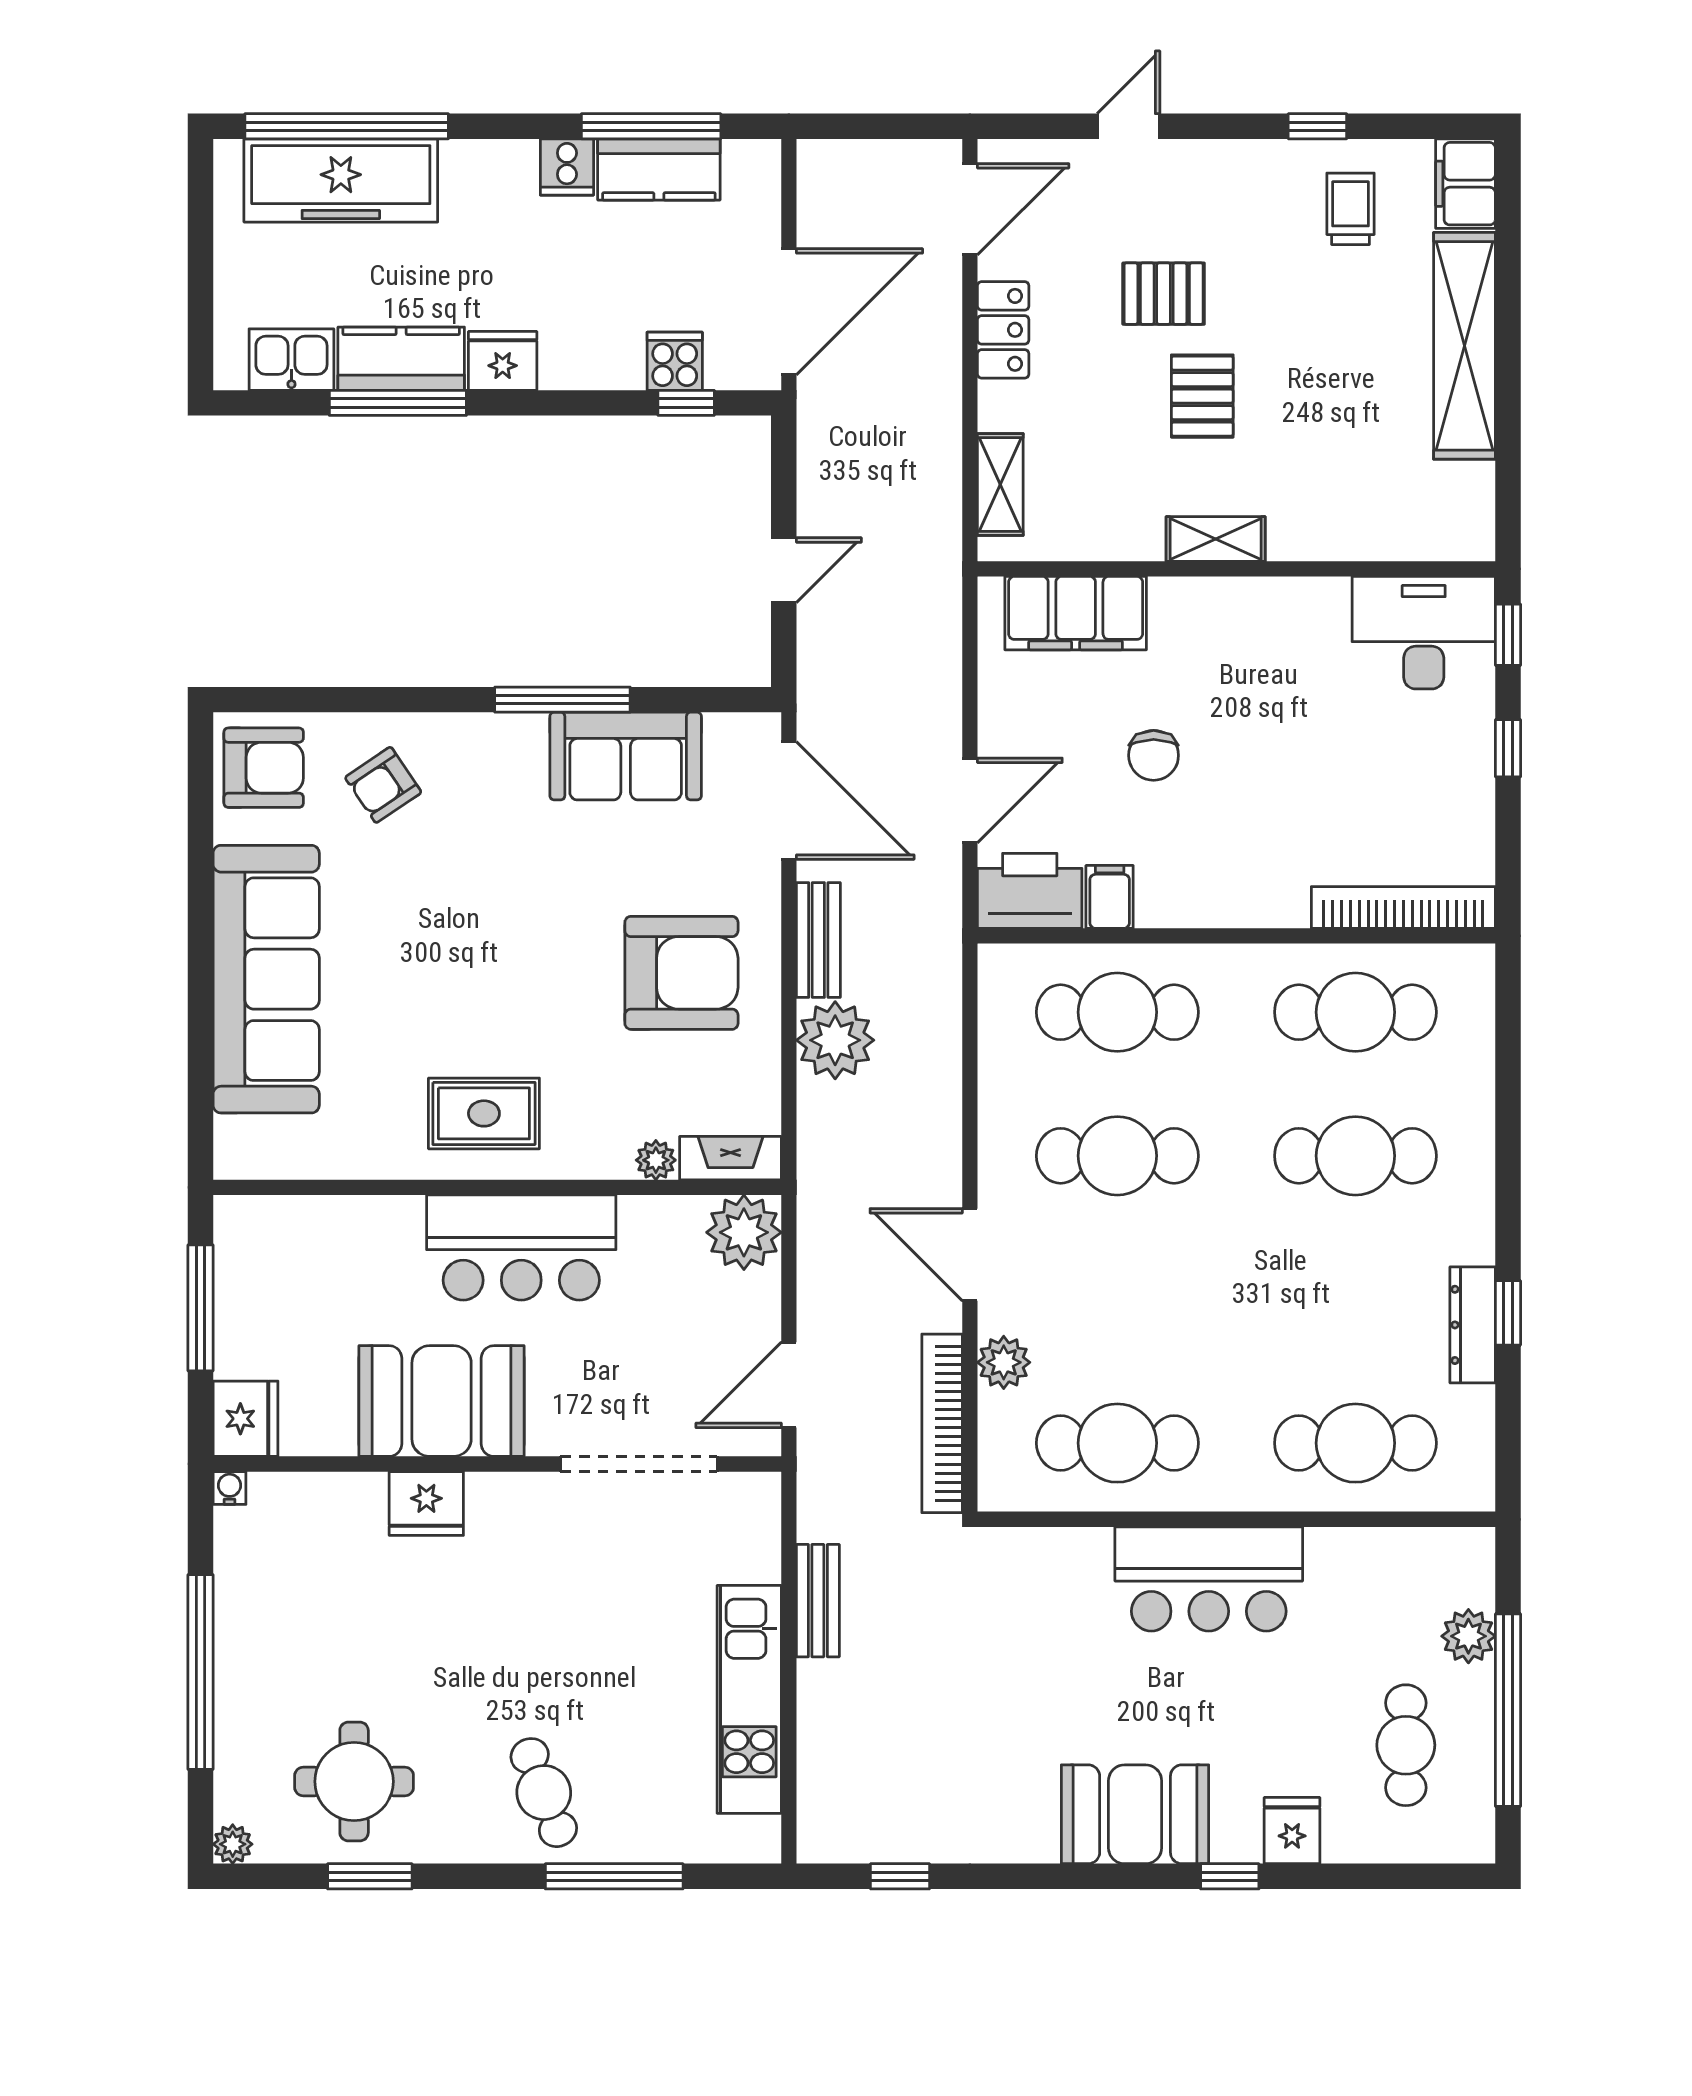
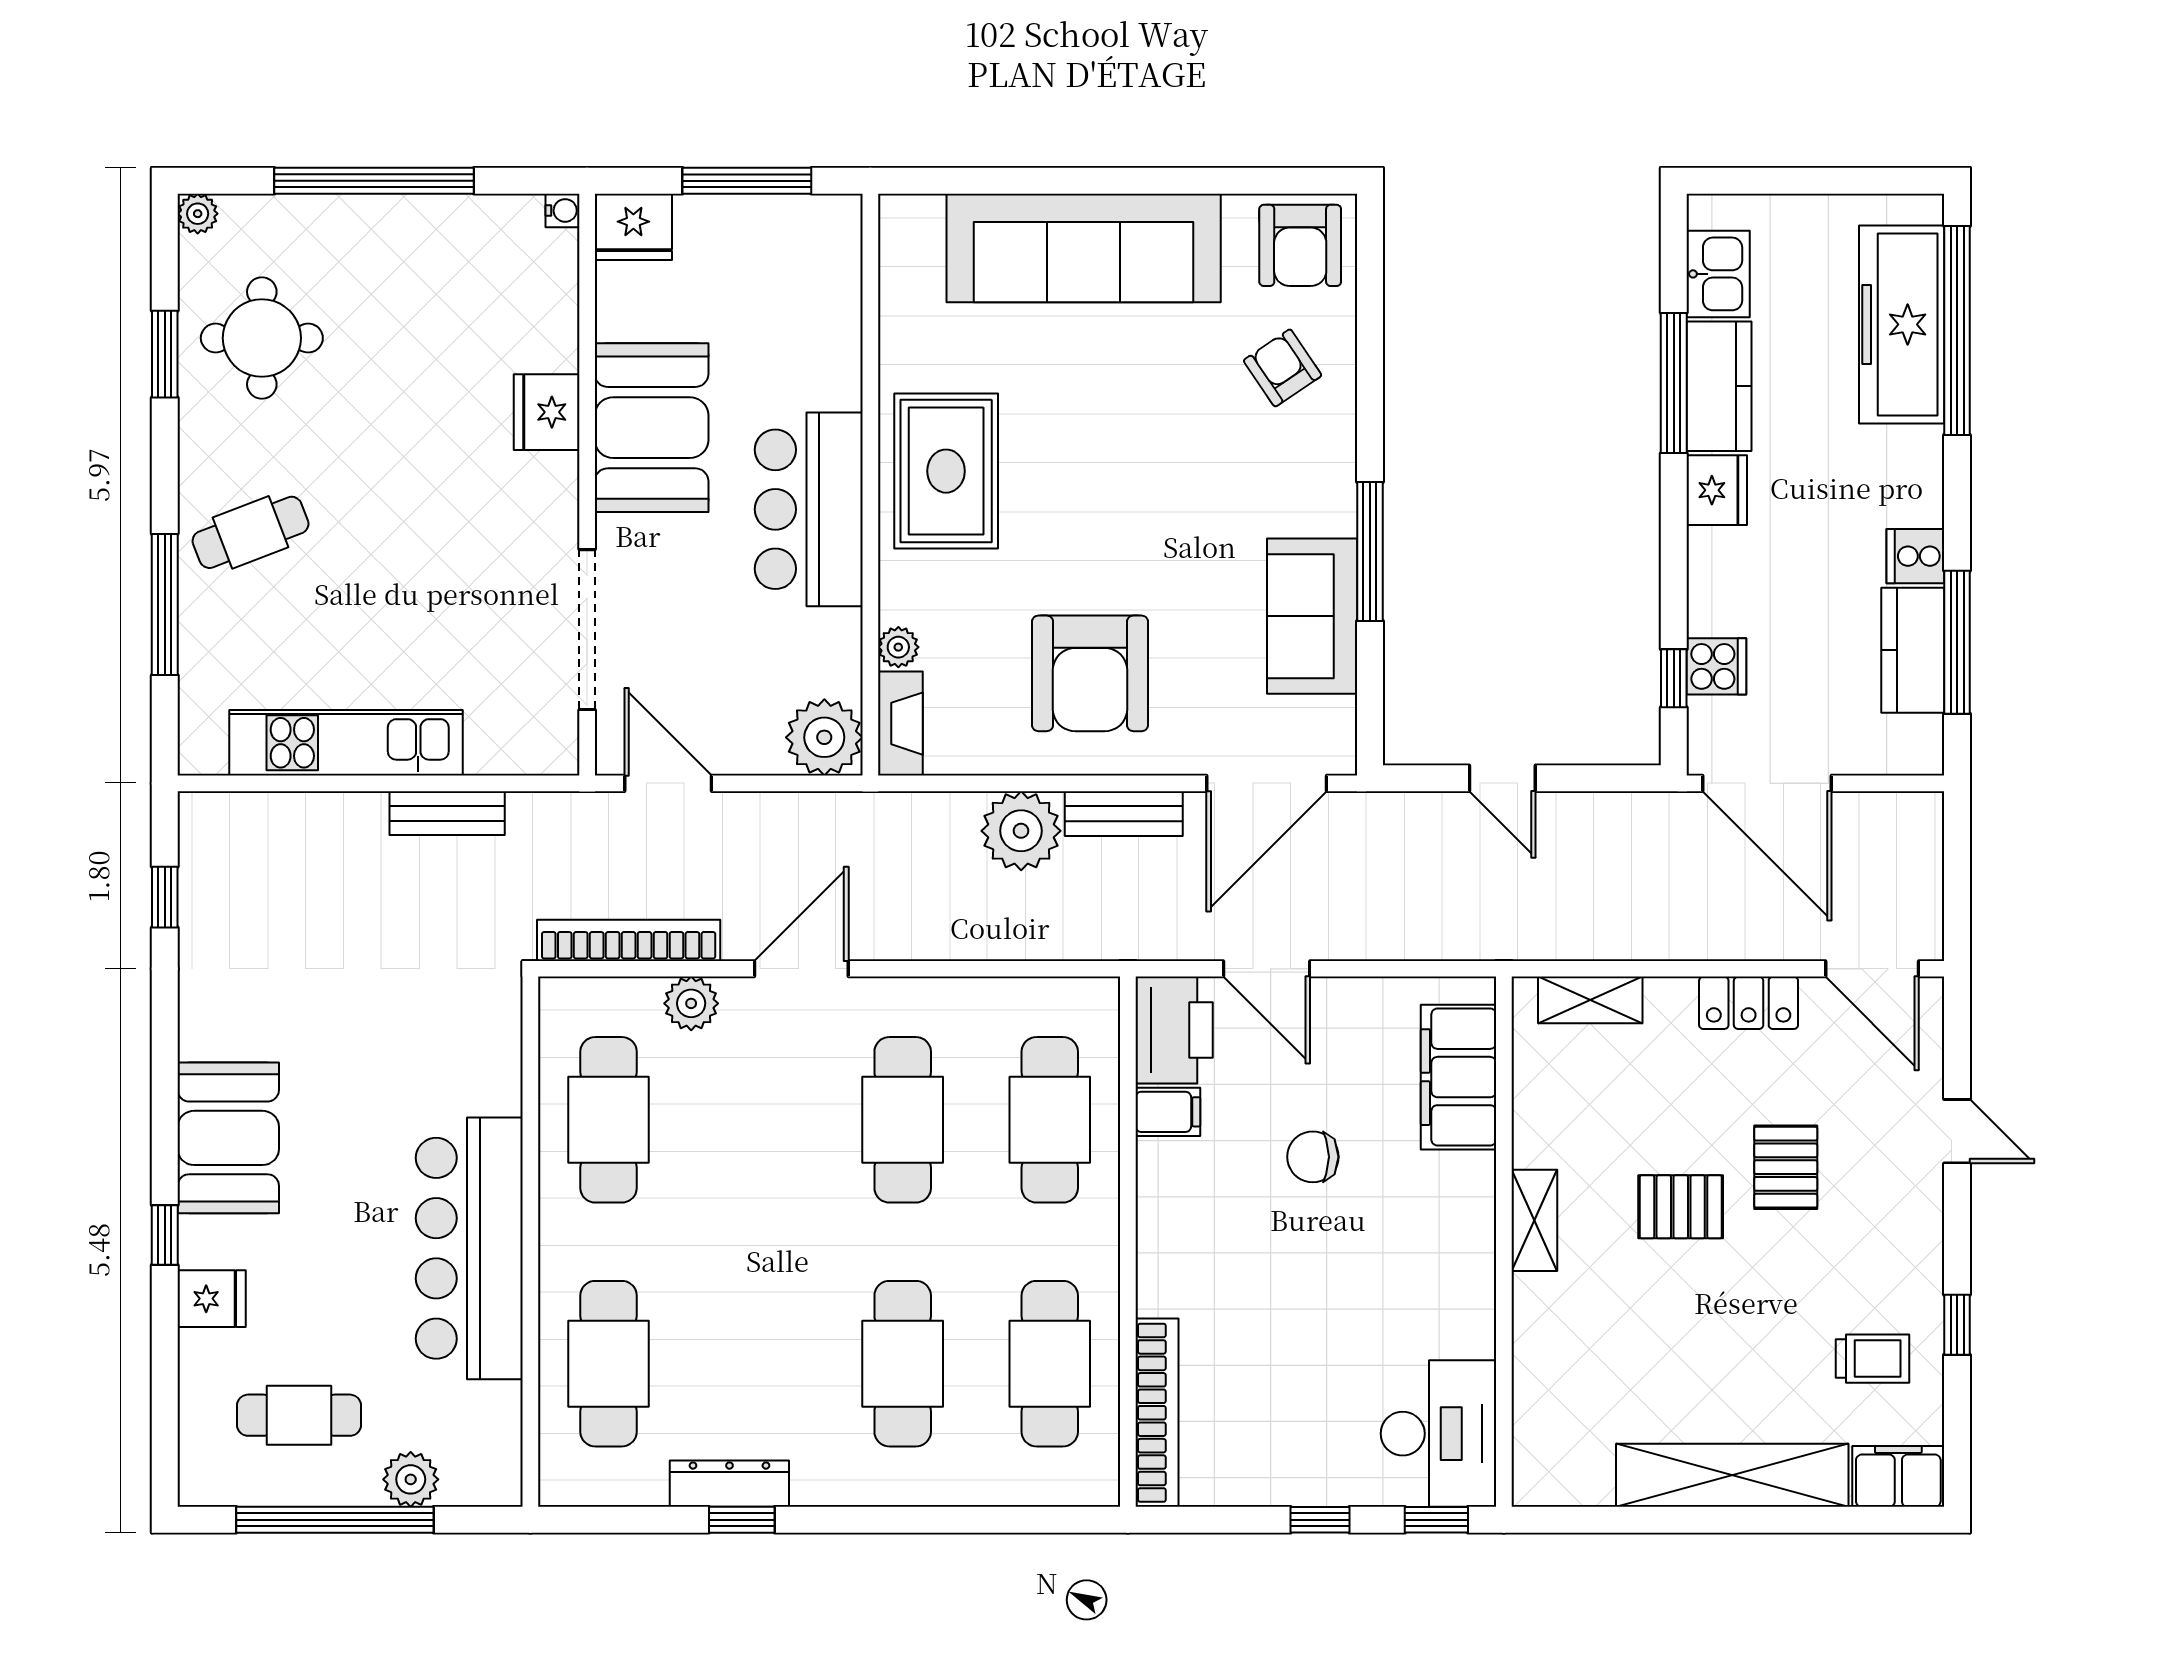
rug: (484, 1113) -> (946, 471), width x1.36, depth x1.43
bar counter: (1209, 1579) -> (469, 1248), width x1.36

